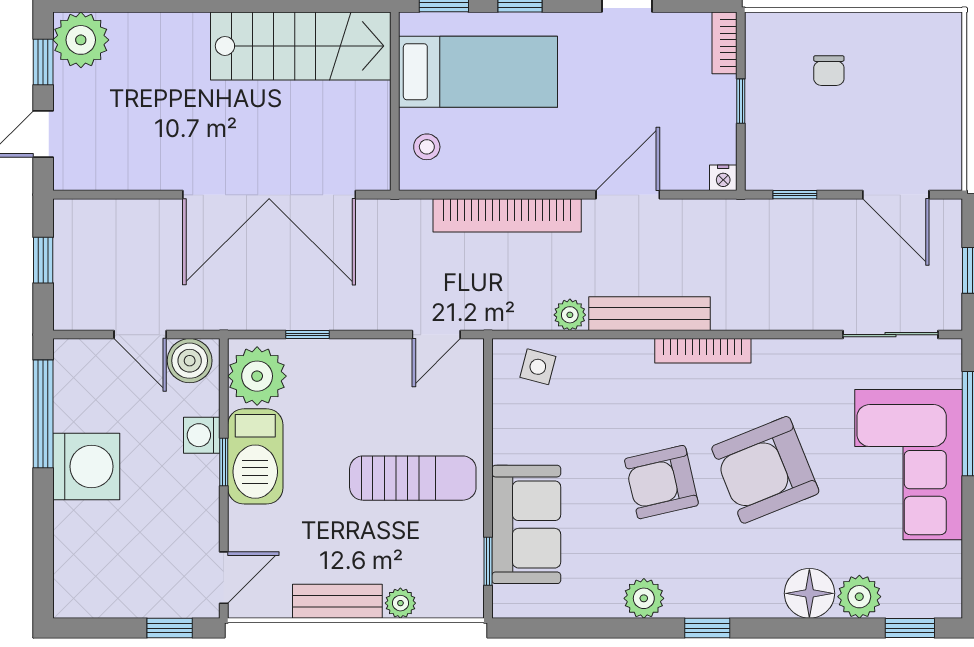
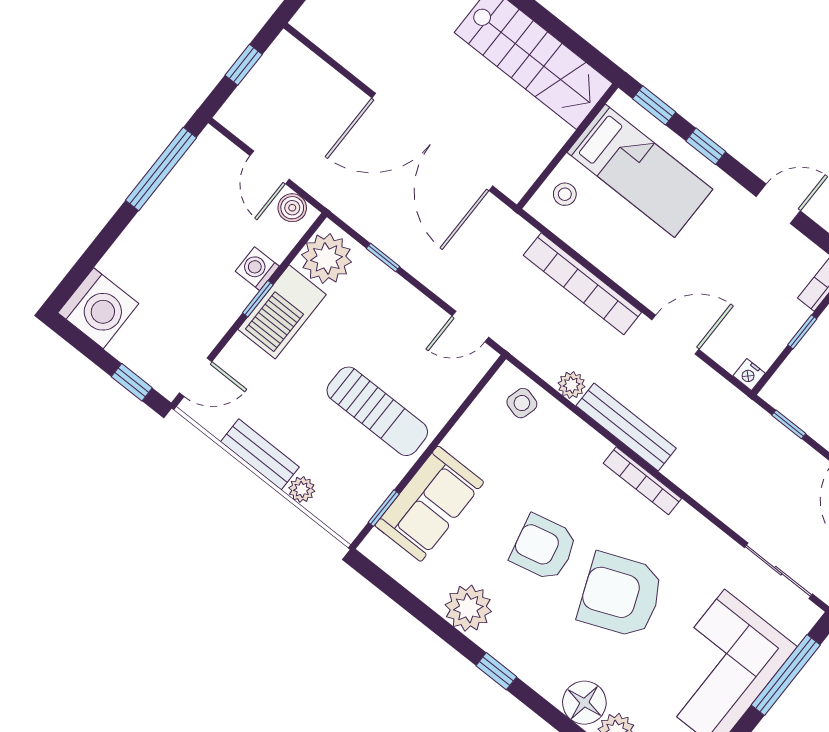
boiler: (190, 361) -> (292, 208), width x0.73, depth x0.73
washing machine: (86, 466) -> (98, 308), moved
plant: (644, 598) -> (468, 608), width x1.36, depth x1.36

